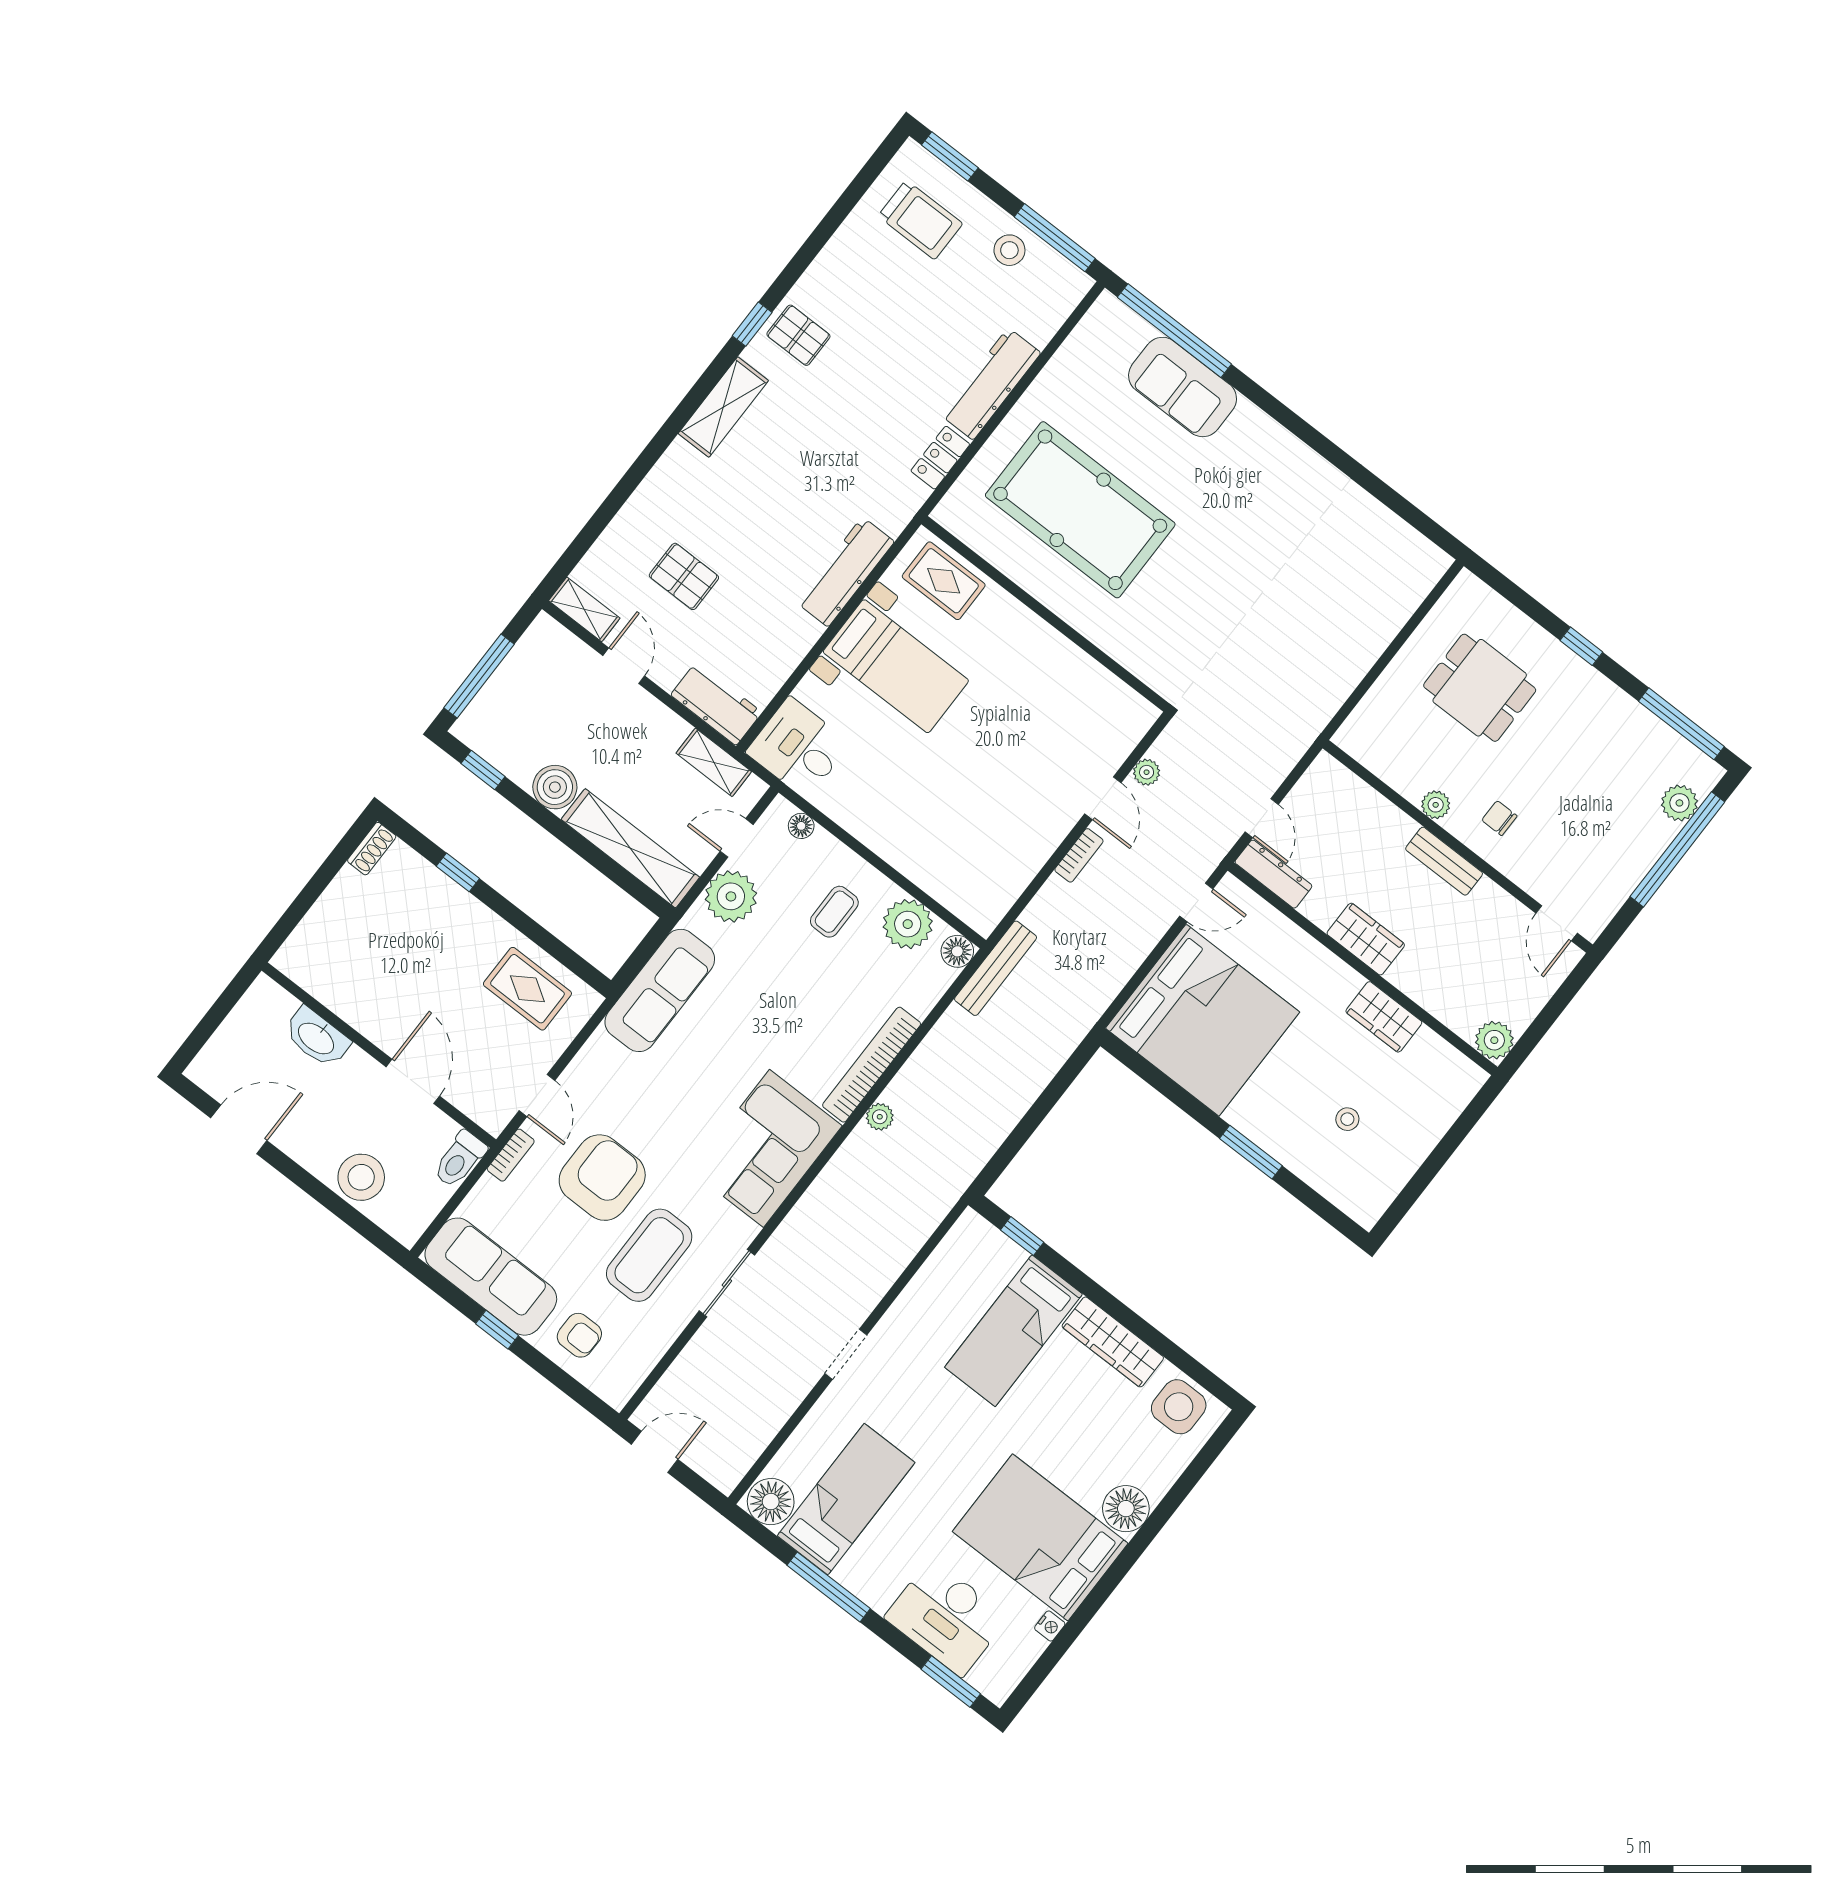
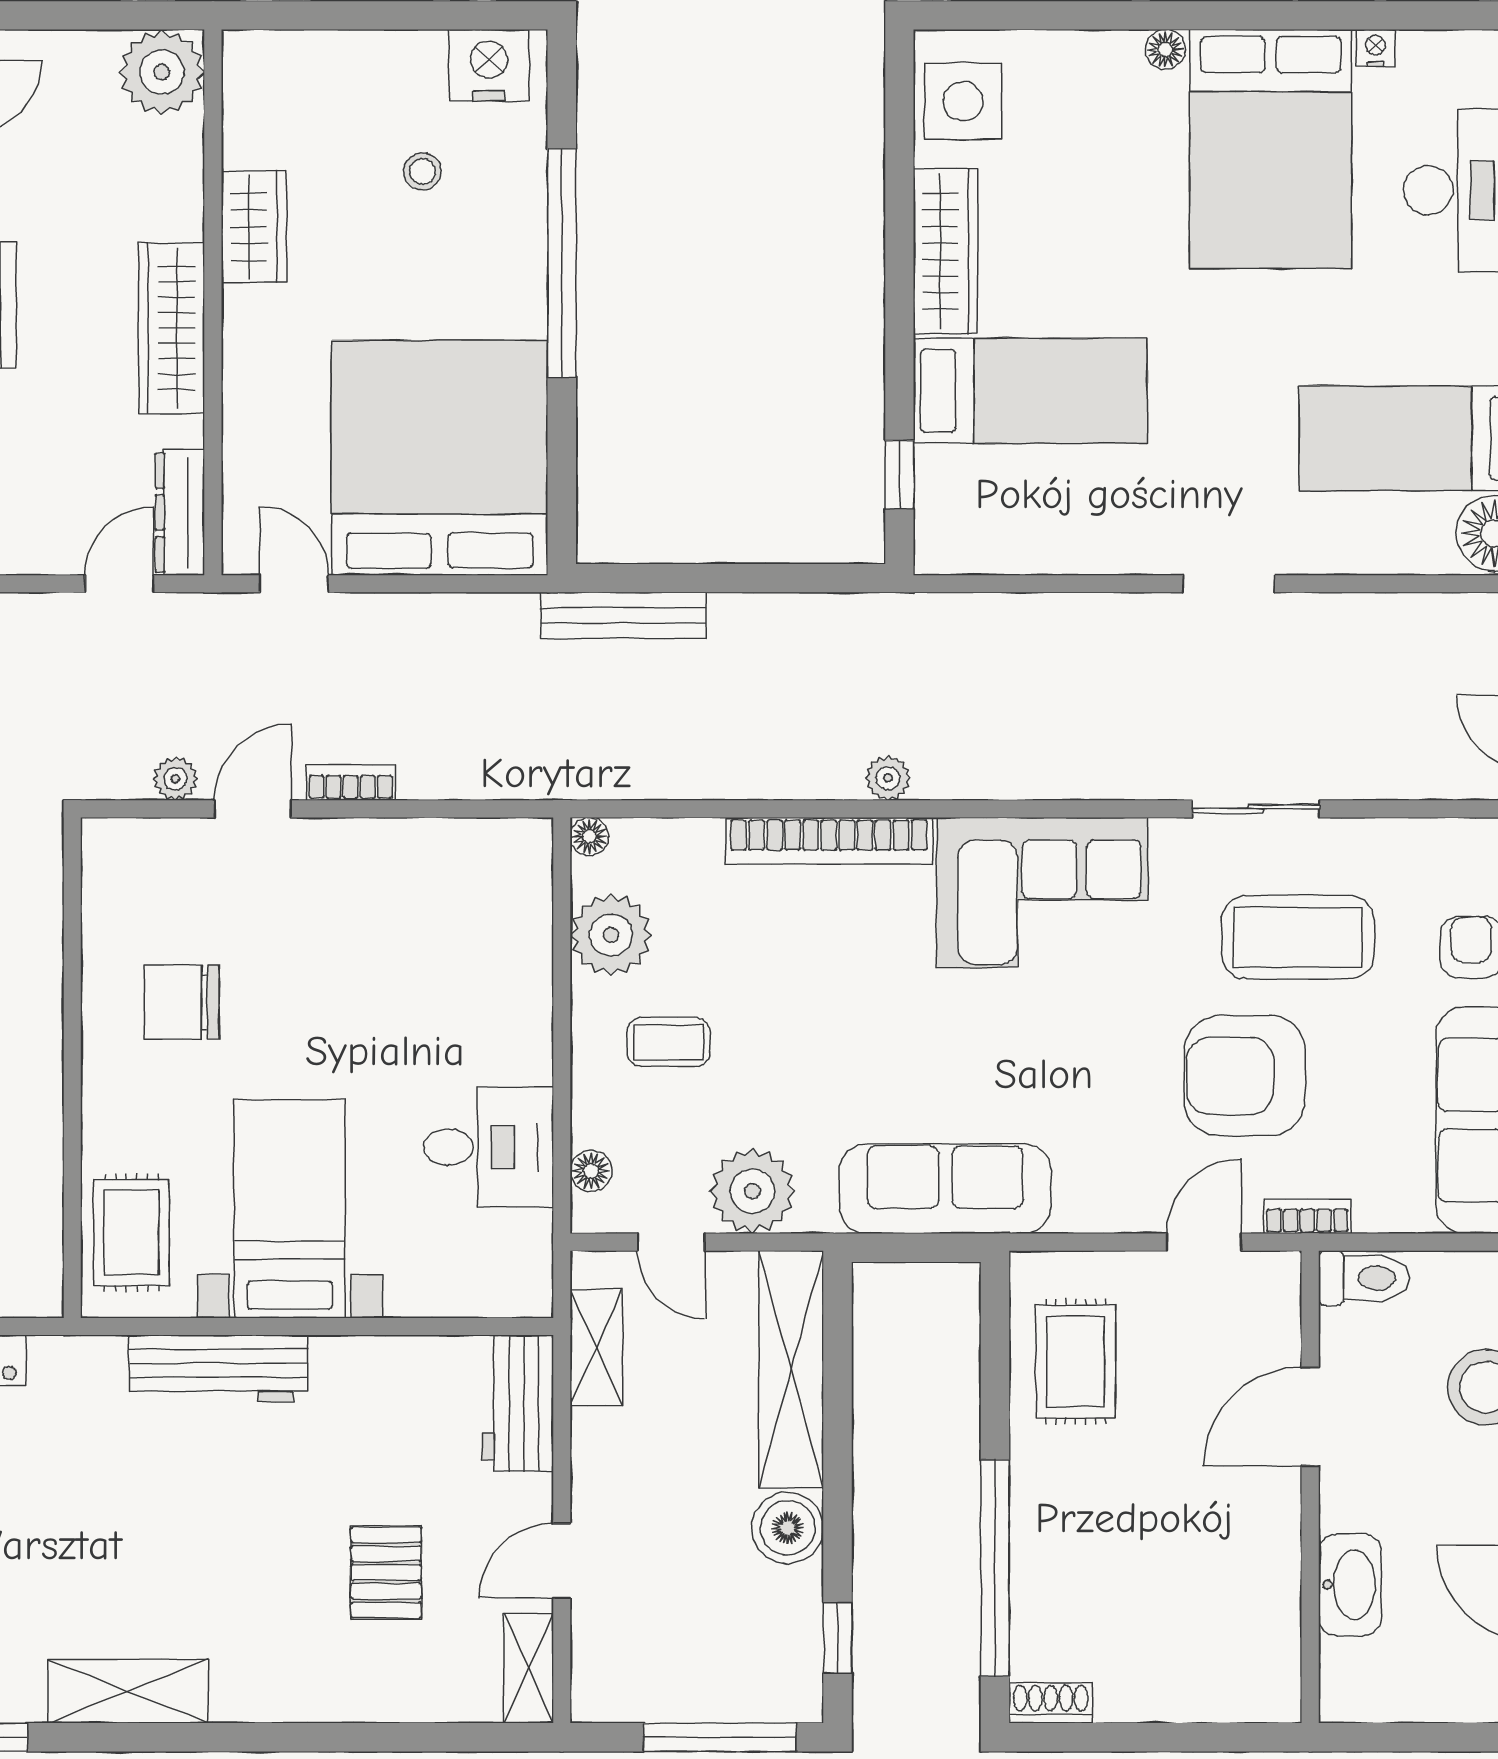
chair: (1036, 692) -> (182, 1002), added
desk: (798, 748) -> (488, 1147), moved, turned -90
window: (458, 872) -> (995, 1568), width x3.17
wardrobe: (1366, 939) -> (171, 328), width x1.50
floor lamp: (957, 951) -> (589, 836), width x0.73, depth x0.73
bench: (996, 968) -> (623, 615), moved
plant: (1494, 1040) -> (162, 72), width x1.36, depth x1.36
window: (1251, 1152) -> (562, 263), width x2.11
nightstand: (1374, 1191) -> (489, 65), added
floor lamp: (1126, 1509) -> (1165, 50), width x0.53, depth x0.53

